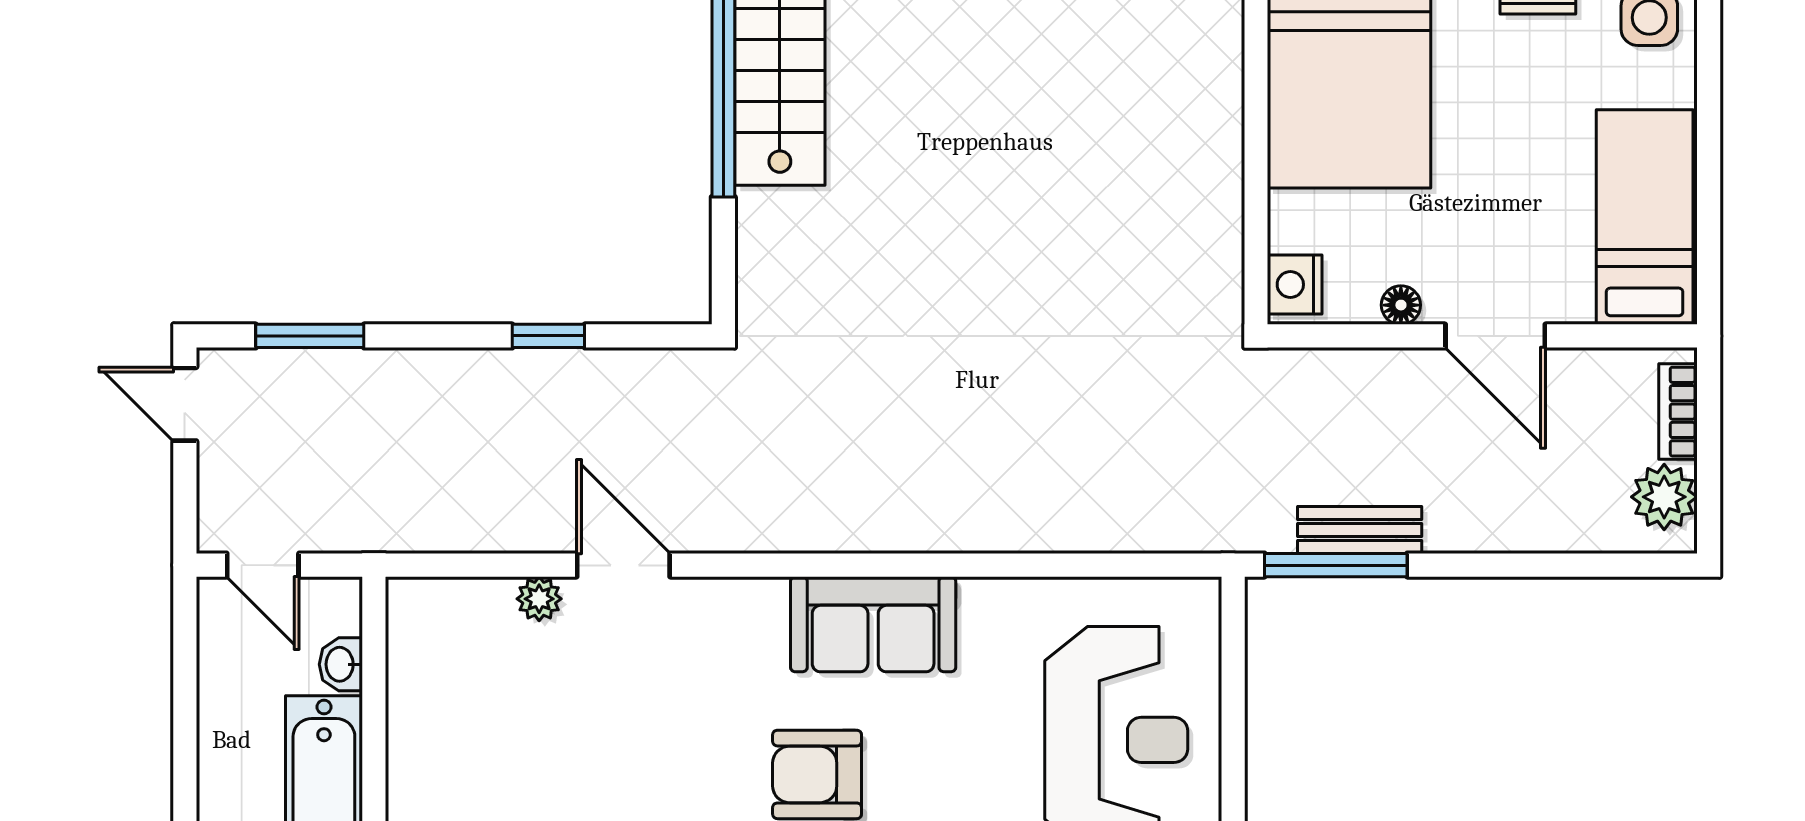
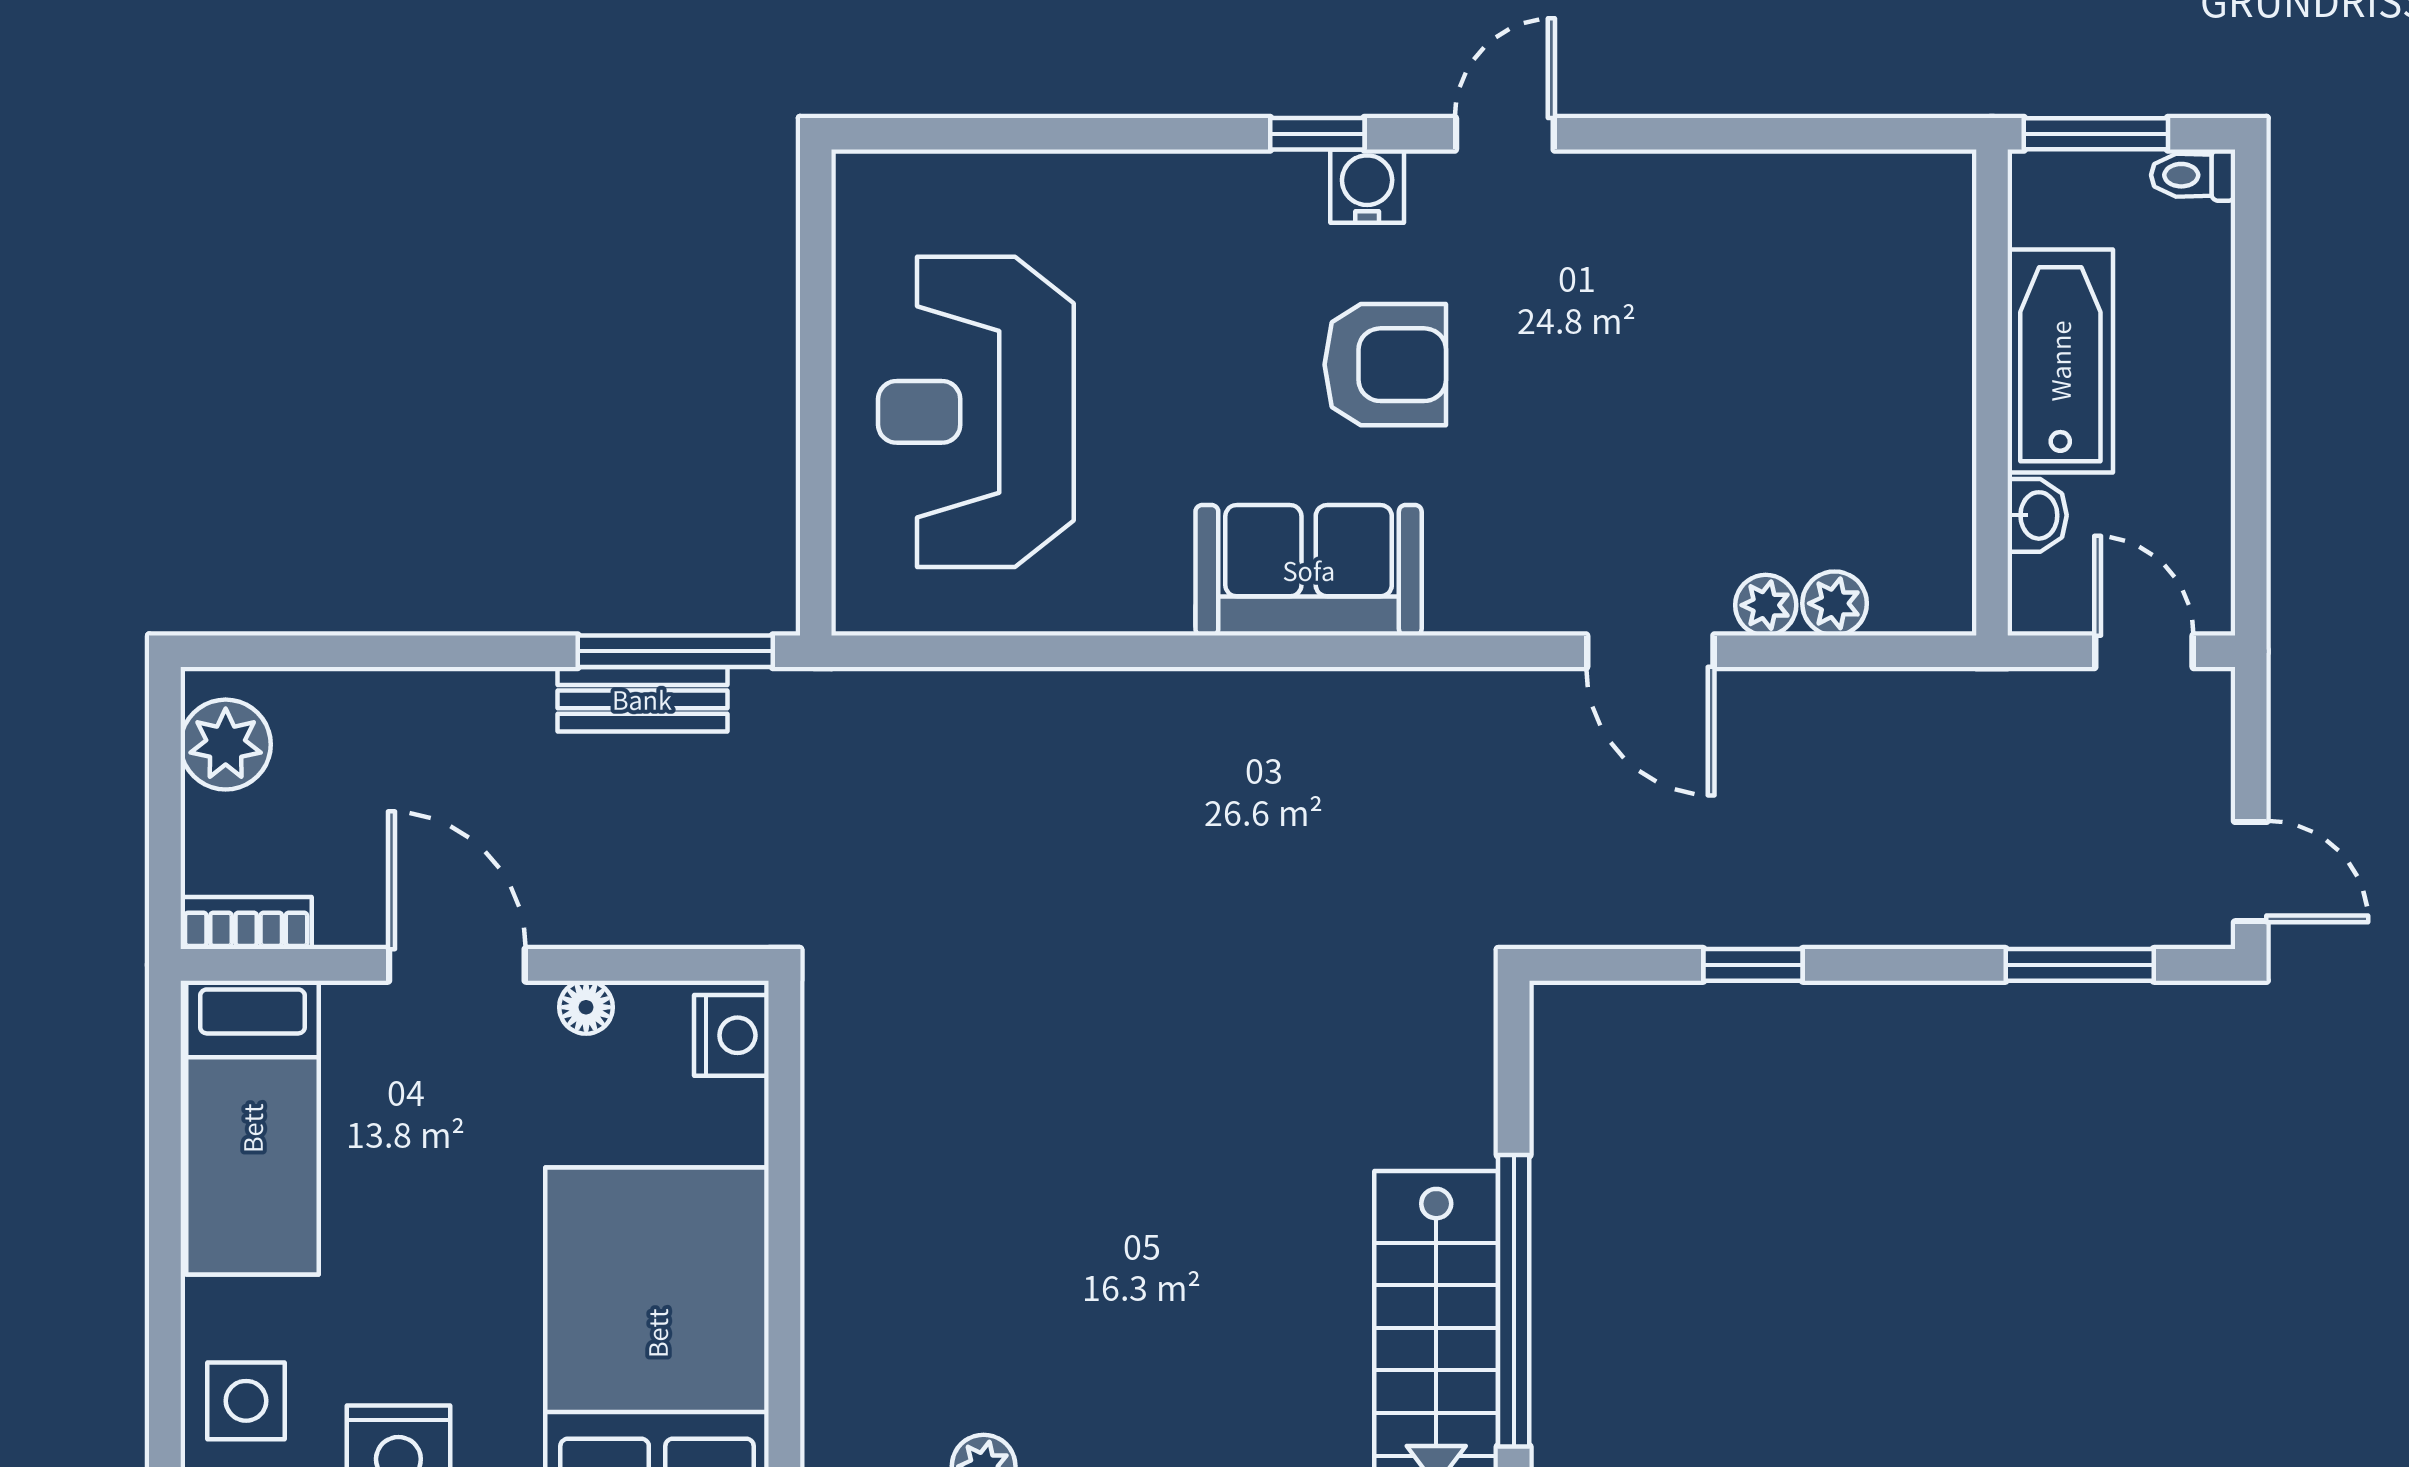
bookcase: (1678, 412) -> (246, 923), moved, turned -90
plant: (489, 600) -> (1835, 603), added

